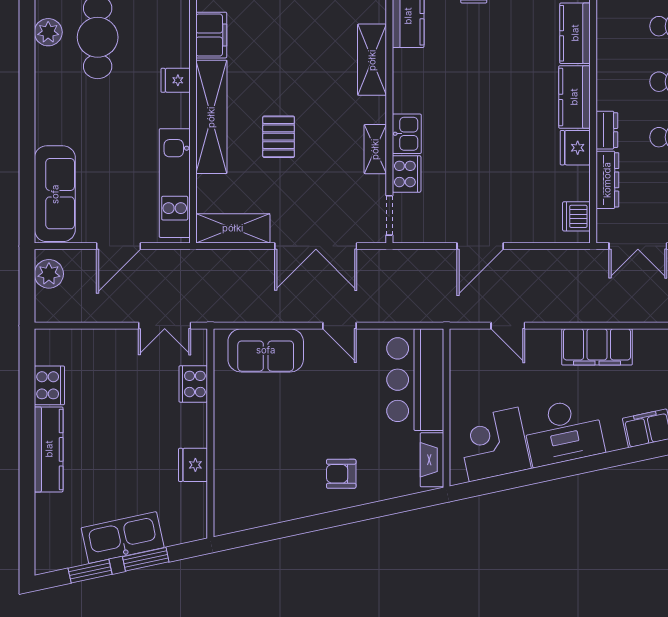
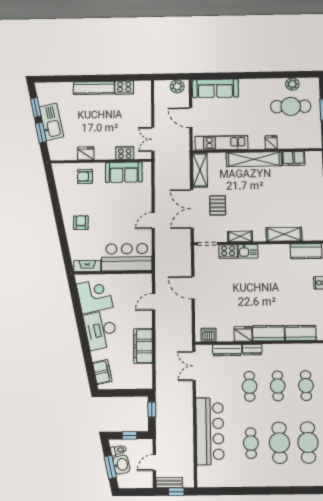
pallet: (279, 137) -> (218, 205), moved, turned 90
sofa: (266, 350) -> (124, 172), moved, turned -90
armchair: (243, 466) -> (85, 176), added

